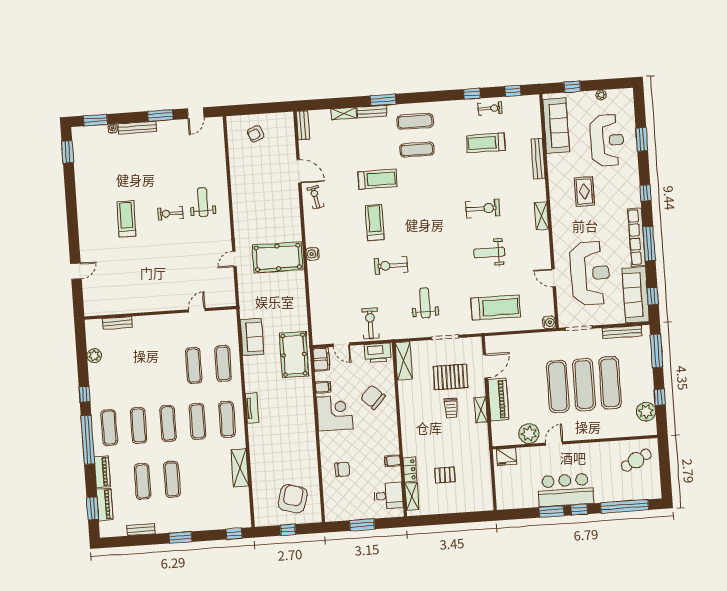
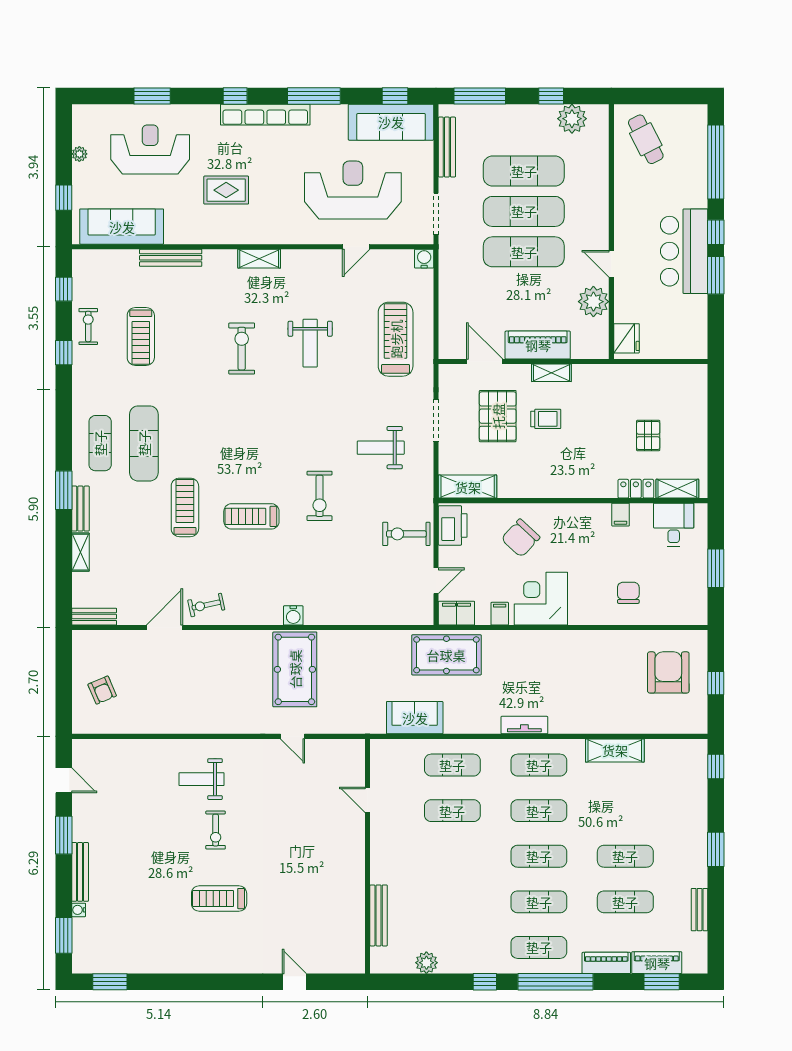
exercise mat: (417, 150) -> (144, 443), width x1.36, depth x1.45
row of seats: (636, 237) -> (265, 115), moved
bench: (117, 323) -> (379, 915), width x1.36
armchair: (293, 499) -> (668, 672), turned 74

